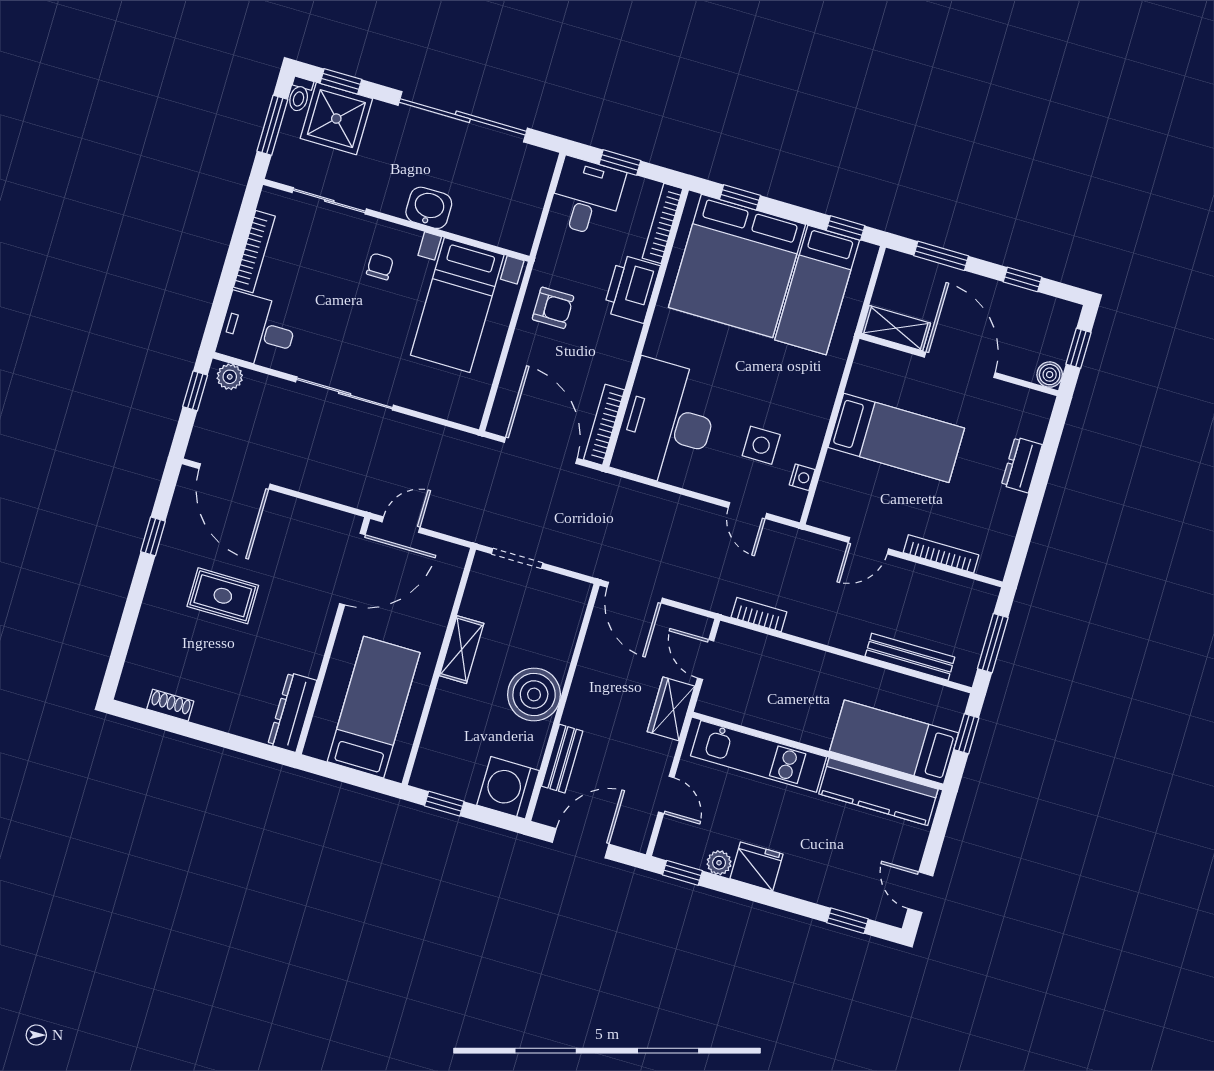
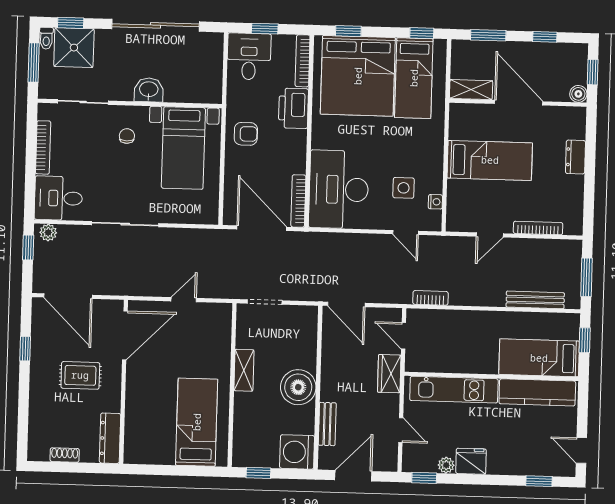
door: (352, 569) -> (125, 335), moved
wall: (333, 636) -> (124, 382), moved
dresser: (292, 712) -> (110, 438), moved

